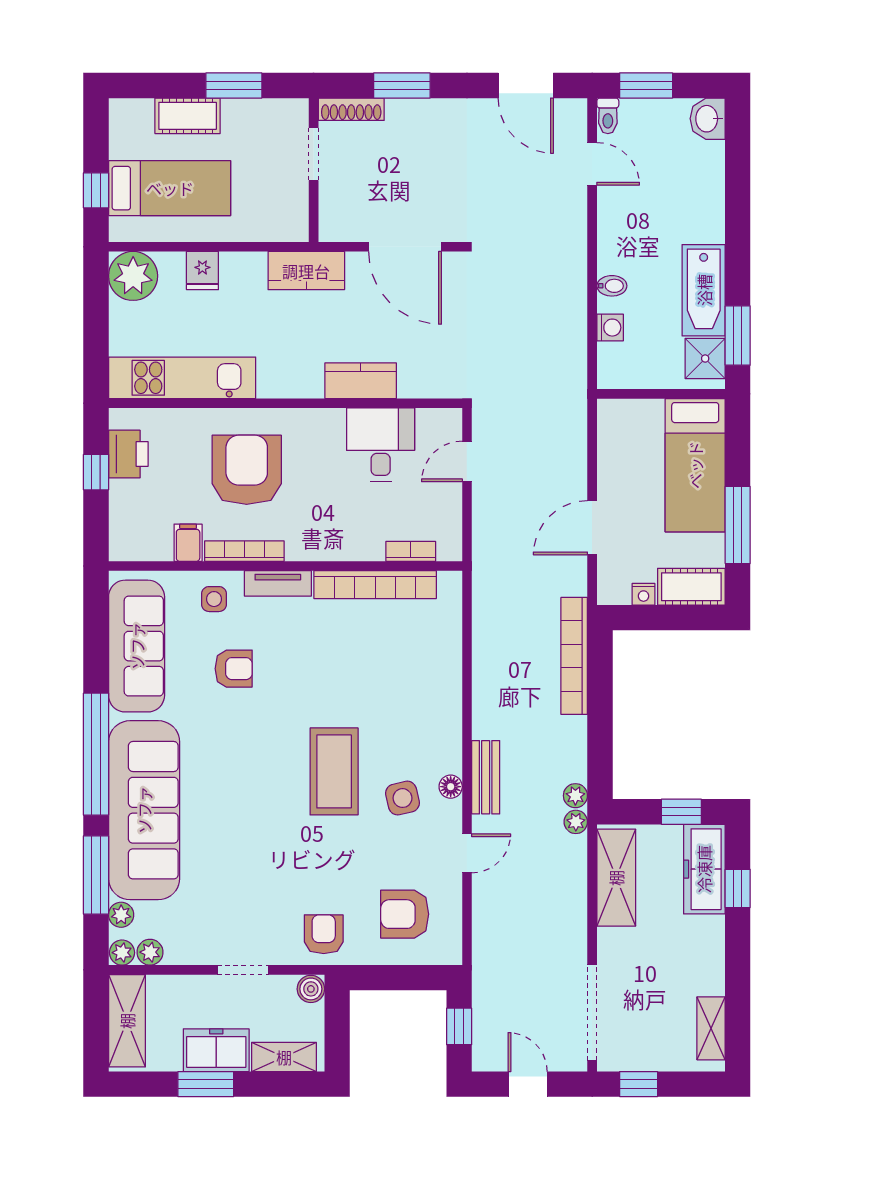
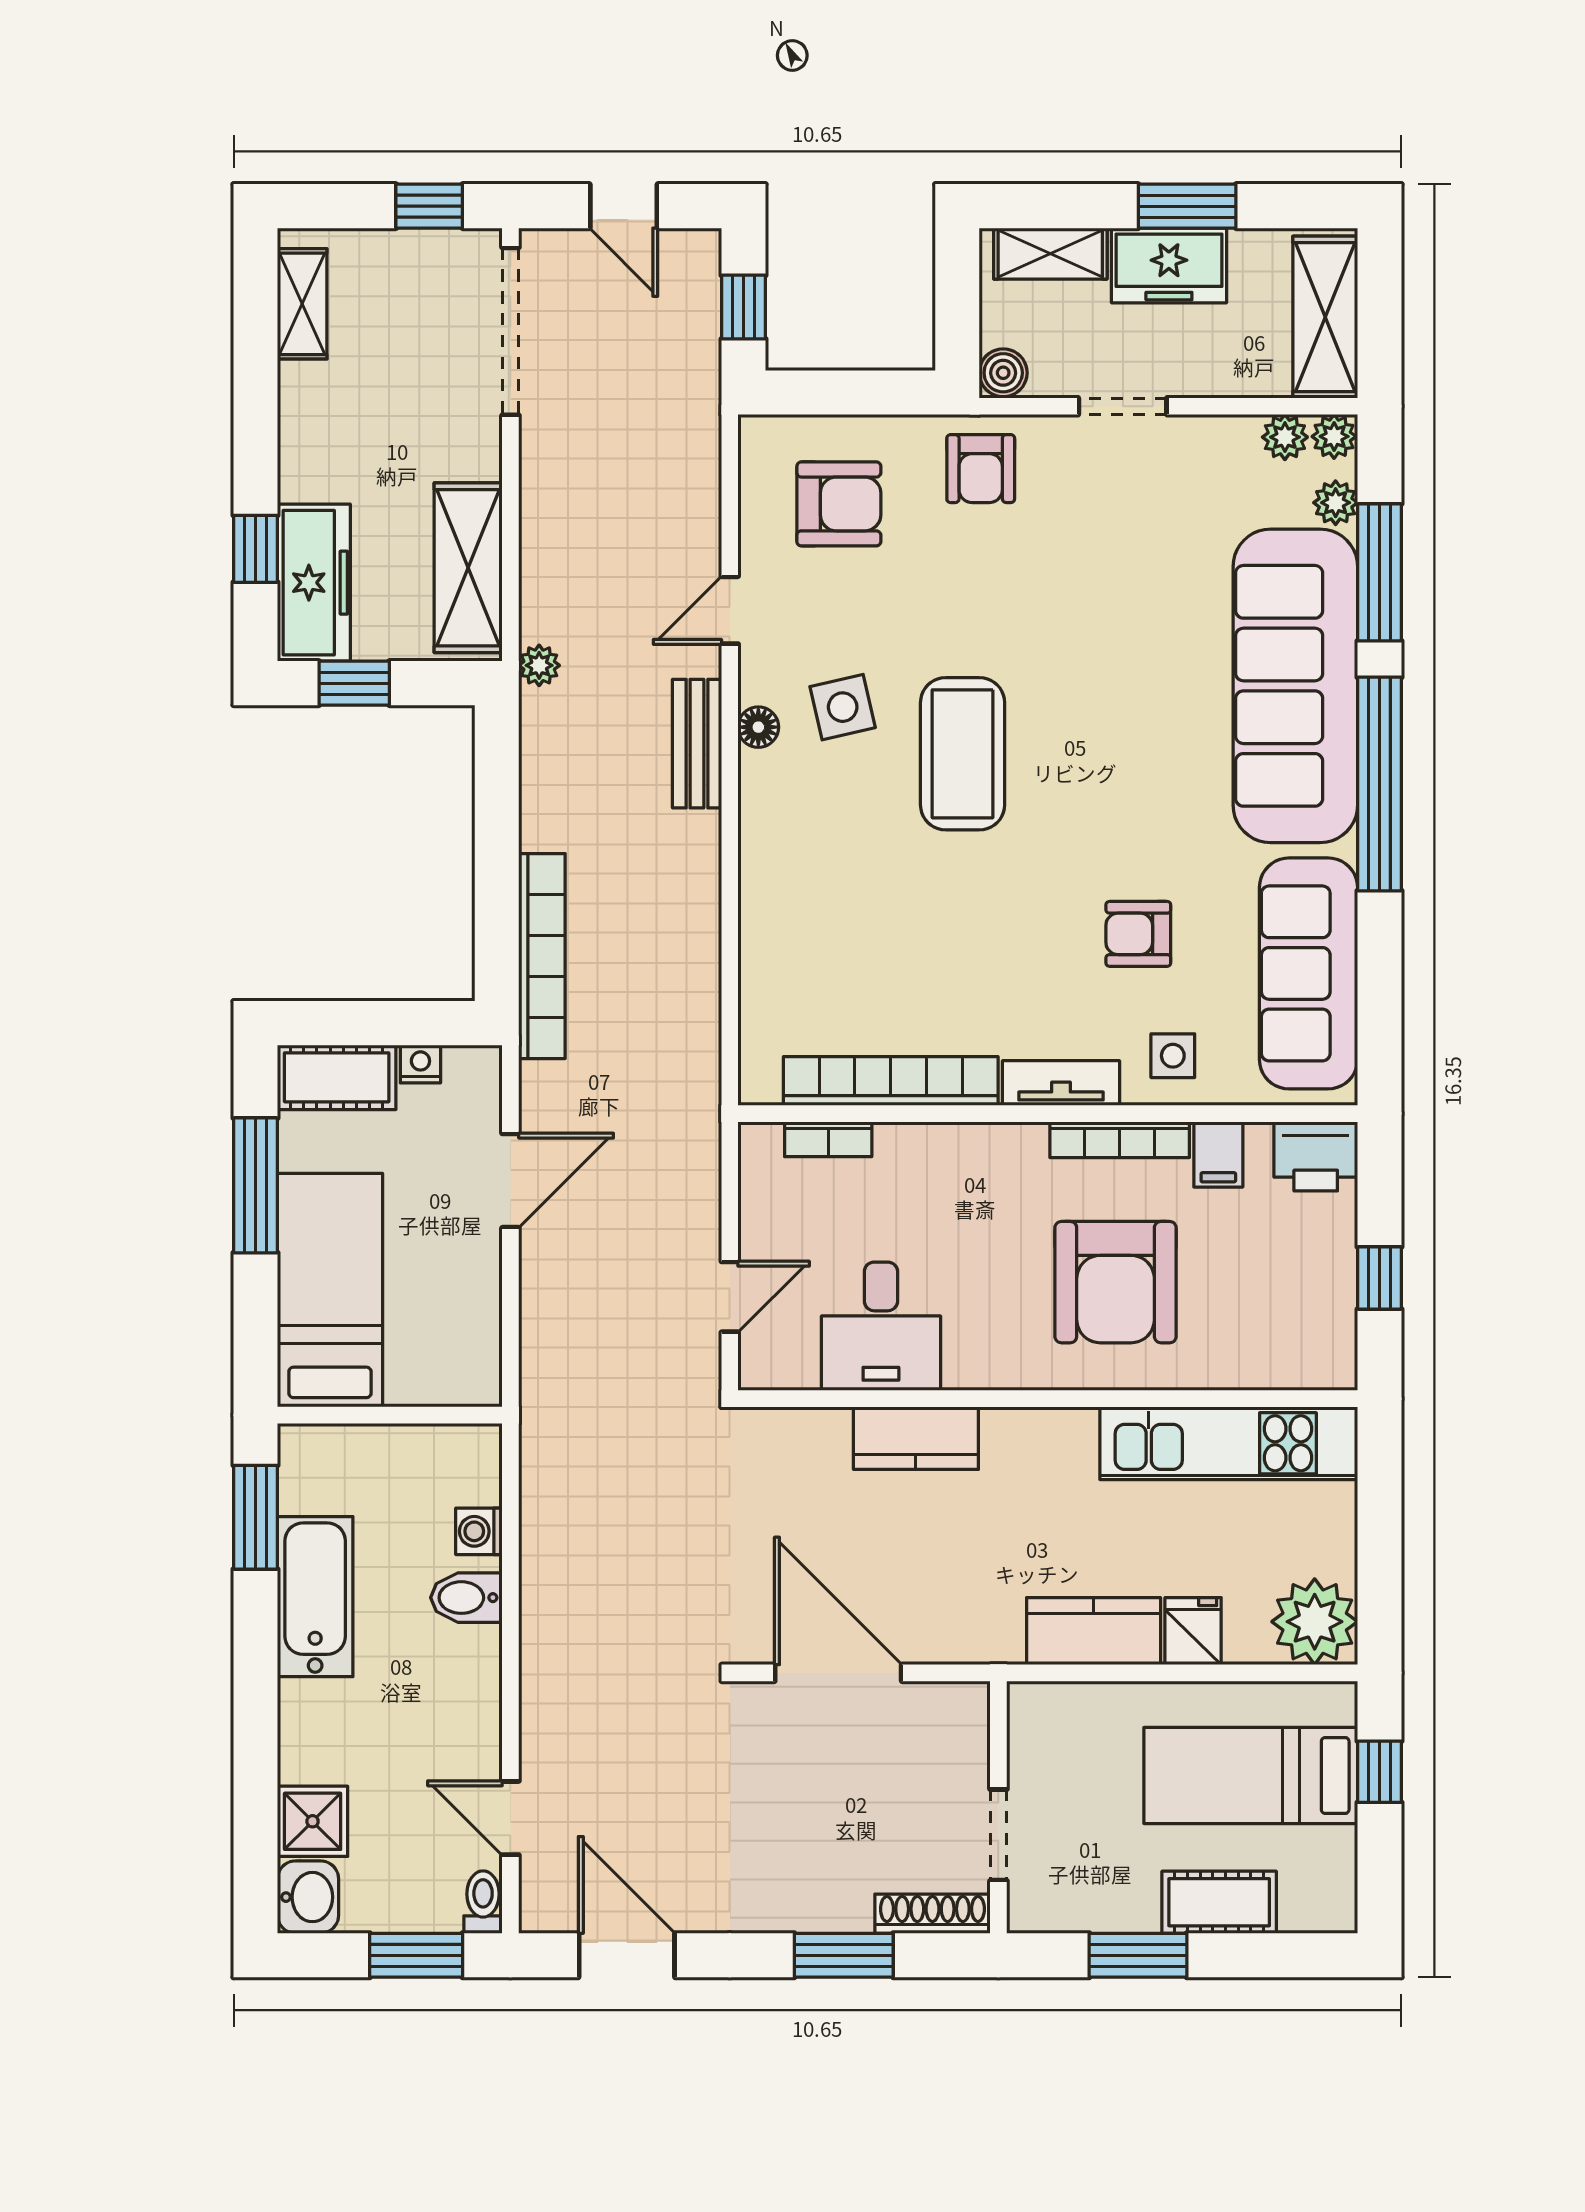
kitchen counter: (306, 271) -> (1094, 1631), moved
bidet: (612, 286) -> (466, 1598), width x1.38, depth x1.36
shower: (705, 359) -> (313, 1821), moved
printer: (128, 454) -> (1316, 1156), moved, turned -90
plant: (575, 796) -> (540, 711), removed

